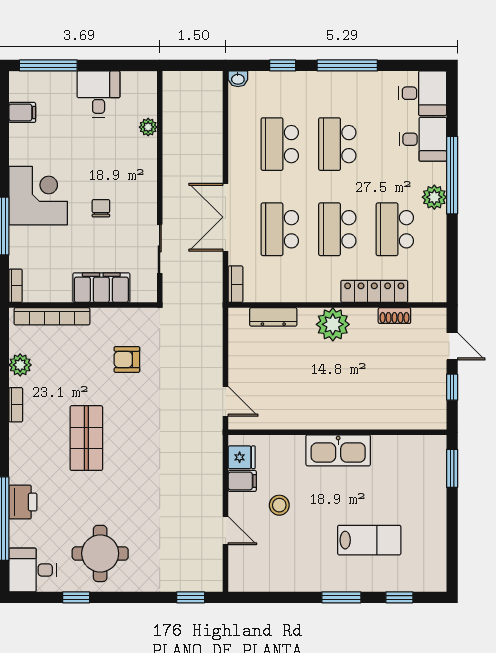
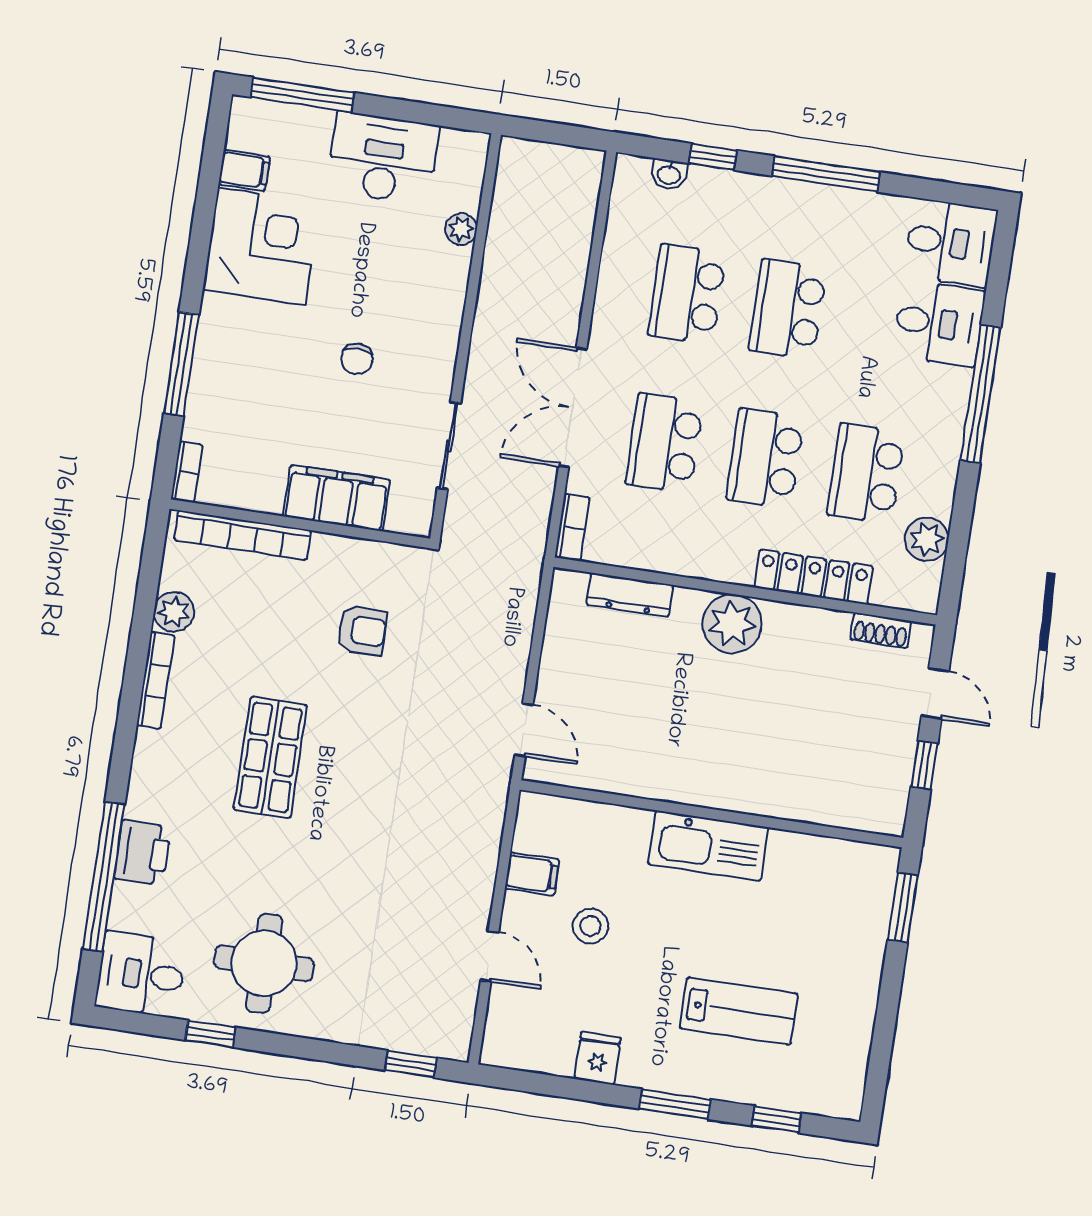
washbasin: (238, 79) -> (669, 174), moved
desk: (99, 94) -> (383, 158), width x1.37
corner desk: (38, 196) -> (261, 246), moved
plant: (434, 197) -> (927, 539), moved
chair: (101, 208) -> (357, 359), turned 180
shoe rack: (394, 316) -> (881, 630), moved
armchair: (127, 359) -> (362, 631), turned 180
bookcase: (16, 405) -> (156, 680), width x1.56
fridge: (242, 457) -> (598, 1058), moved, turned -90

